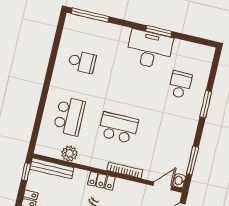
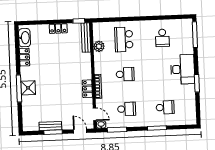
desk: (150, 49) -> (183, 69), moved
school desk: (69, 116) -> (124, 39), turned 90
school desk: (118, 128) -> (125, 74), width x0.54
school desk: (167, 139) -> (127, 109), added
locker: (101, 181) -> (87, 89), moved

